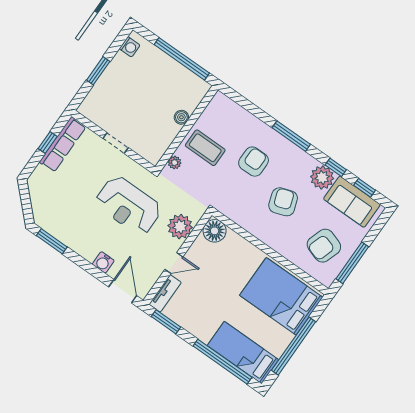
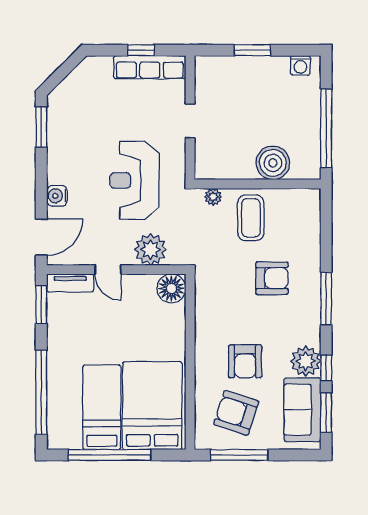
boiler: (181, 117) -> (273, 163), width x1.86, depth x1.86
window: (365, 188) -> (326, 413), width x1.50
armchair: (283, 202) -> (245, 361), moved, turned 109
bed: (243, 353) -> (102, 407), moved

